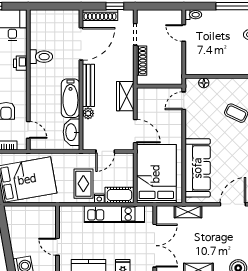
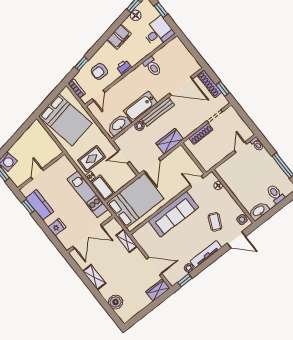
printer: (20, 63) -> (124, 67), moved
sofa: (198, 168) -> (174, 214), moved

